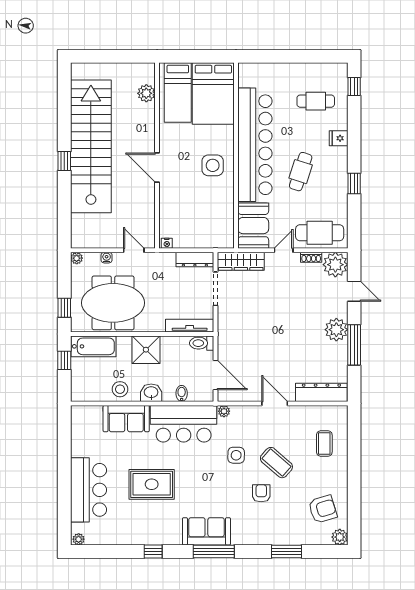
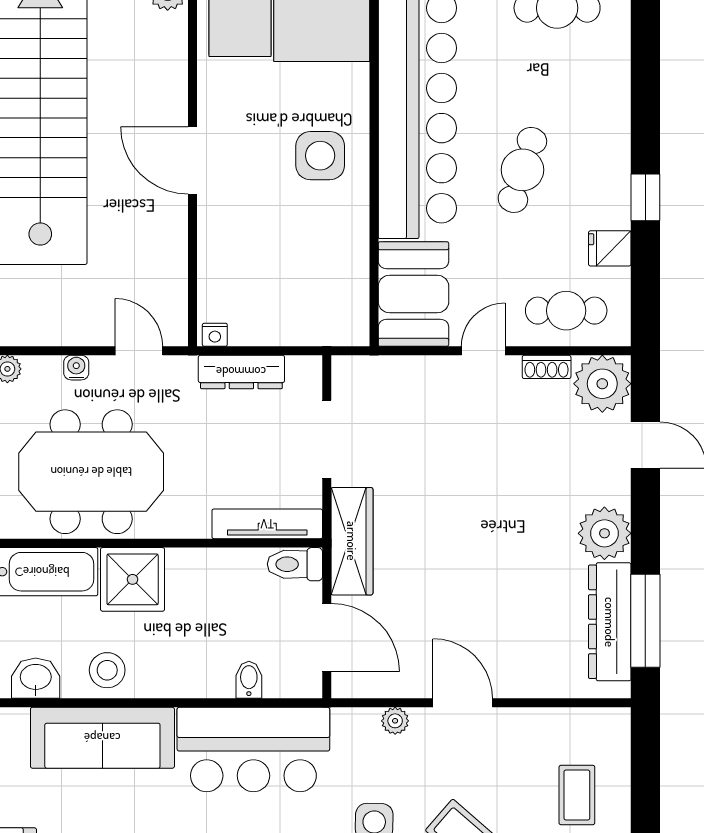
fridge: (339, 138) -> (610, 248), moved
cafe table: (320, 233) -> (566, 311), width x0.73, depth x0.74
dresser: (195, 259) -> (241, 372), moved
wardrobe: (241, 261) -> (352, 541), moved, turned -90
window: (354, 345) -> (645, 621), moved
shower: (146, 350) -> (133, 579), moved
dresser: (321, 392) -> (610, 622), moved, turned -90
washbasin: (151, 393) -> (36, 678), moved
plant: (224, 411) -> (395, 721), moved
sofa: (126, 419) -> (102, 738), width x1.36

